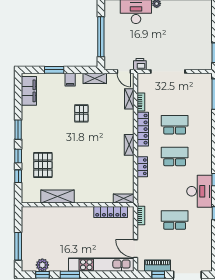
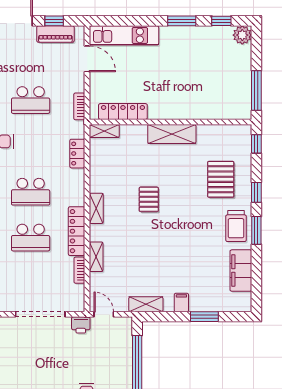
filing cabinet: (29, 91) -> (241, 271), moved
shelving: (129, 99) -> (96, 257), moved
pallet: (81, 113) -> (149, 199), moved
trolley: (32, 133) -> (236, 226), added
locker: (142, 167) -> (77, 154), moved
window: (18, 176) -> (256, 144), moved
shelving: (58, 196) -> (172, 134), moved
window: (18, 246) -> (256, 90), moved
plant: (42, 265) -> (242, 35), moved
kitchen unit: (101, 265) -> (124, 35), width x0.73

